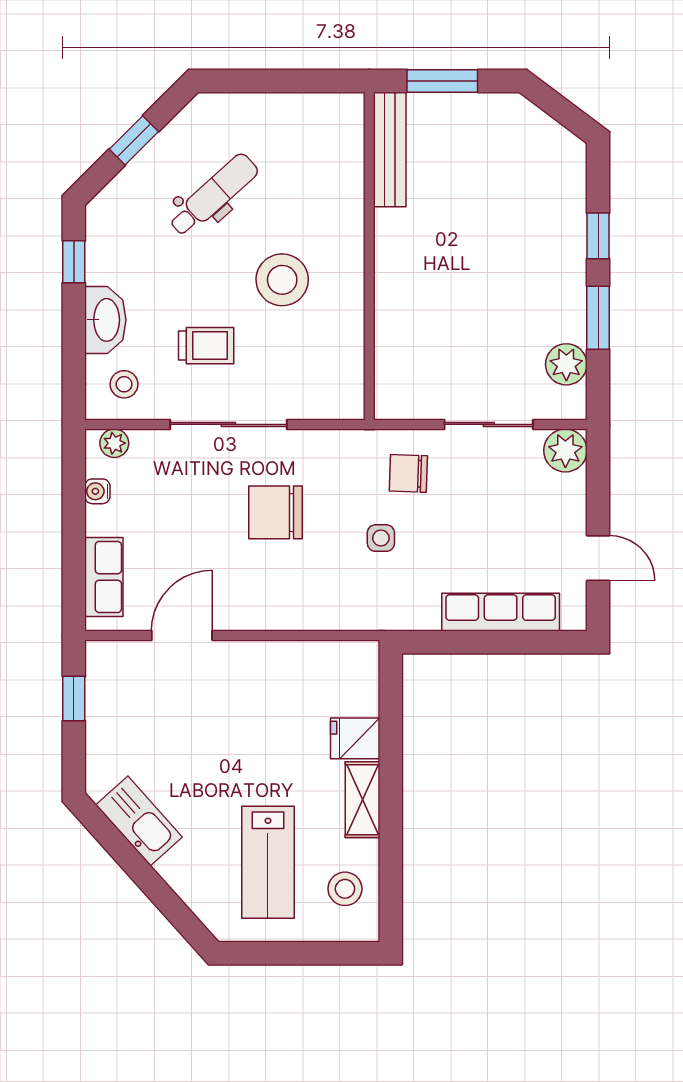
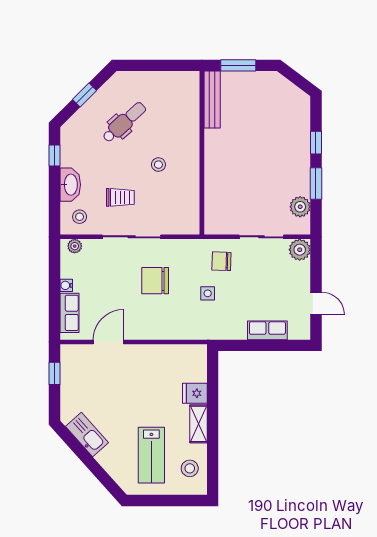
stool: (282, 280) -> (158, 165), width x0.53, depth x0.53
water cooler: (97, 491) -> (66, 285), moved
row of seats: (501, 612) -> (267, 330), width x0.68

